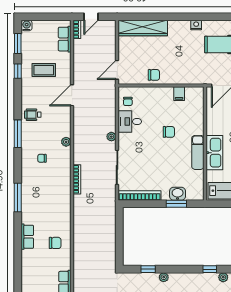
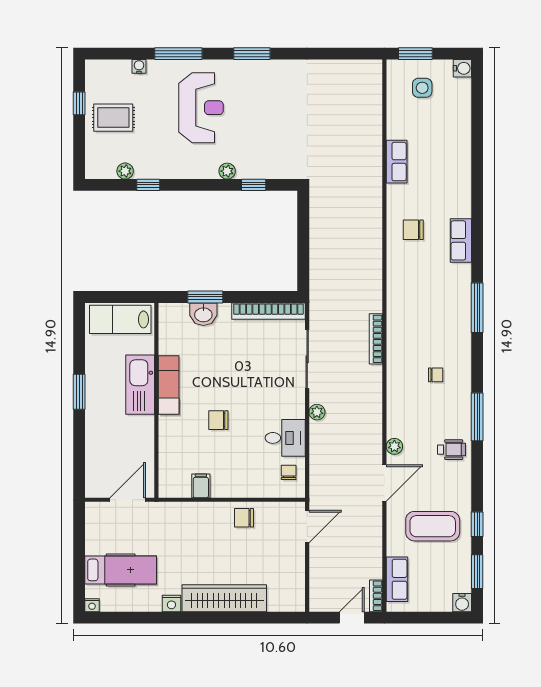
wardrobe: (143, 28) -> (224, 598), moved
coffee table: (44, 70) -> (433, 526), width x1.36, depth x1.32
plant: (66, 142) -> (394, 446), moved

